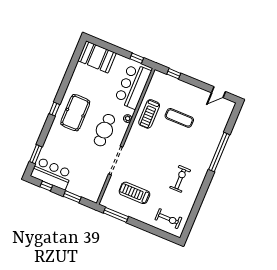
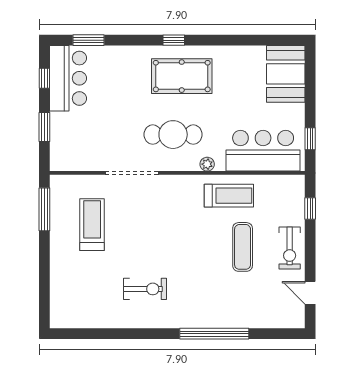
treadmill: (149, 114) -> (229, 196), turned 180
exercise bike: (168, 219) -> (290, 248), moved

